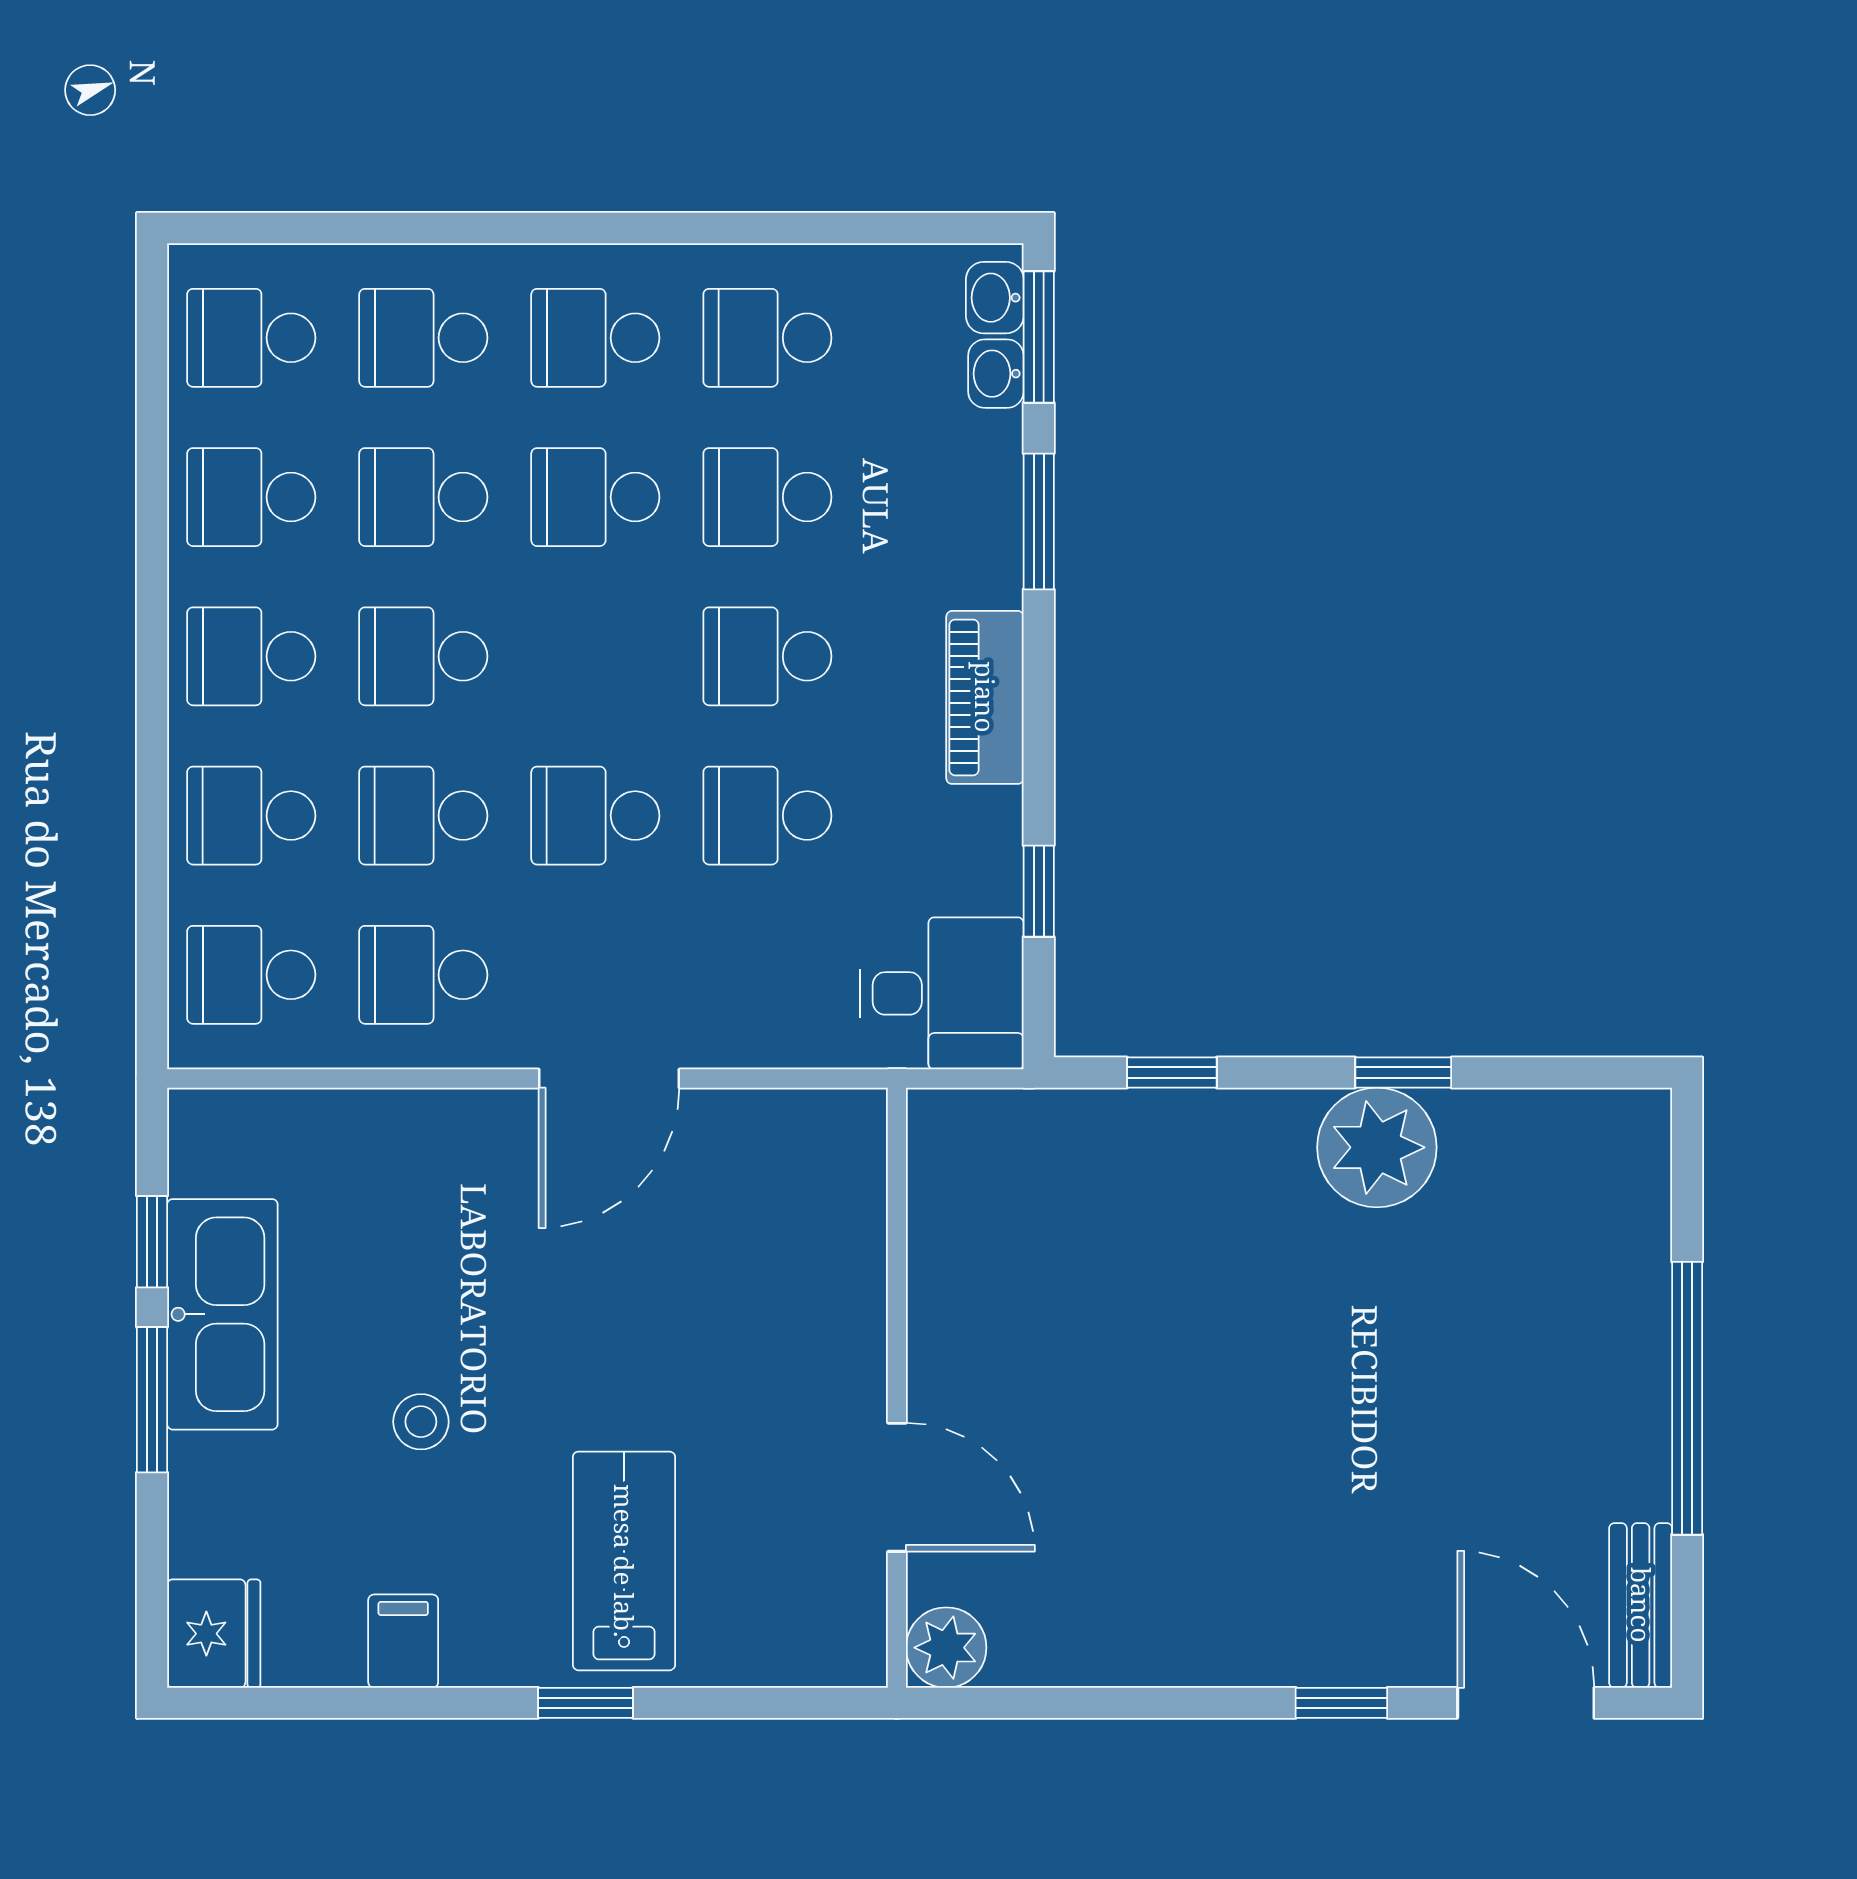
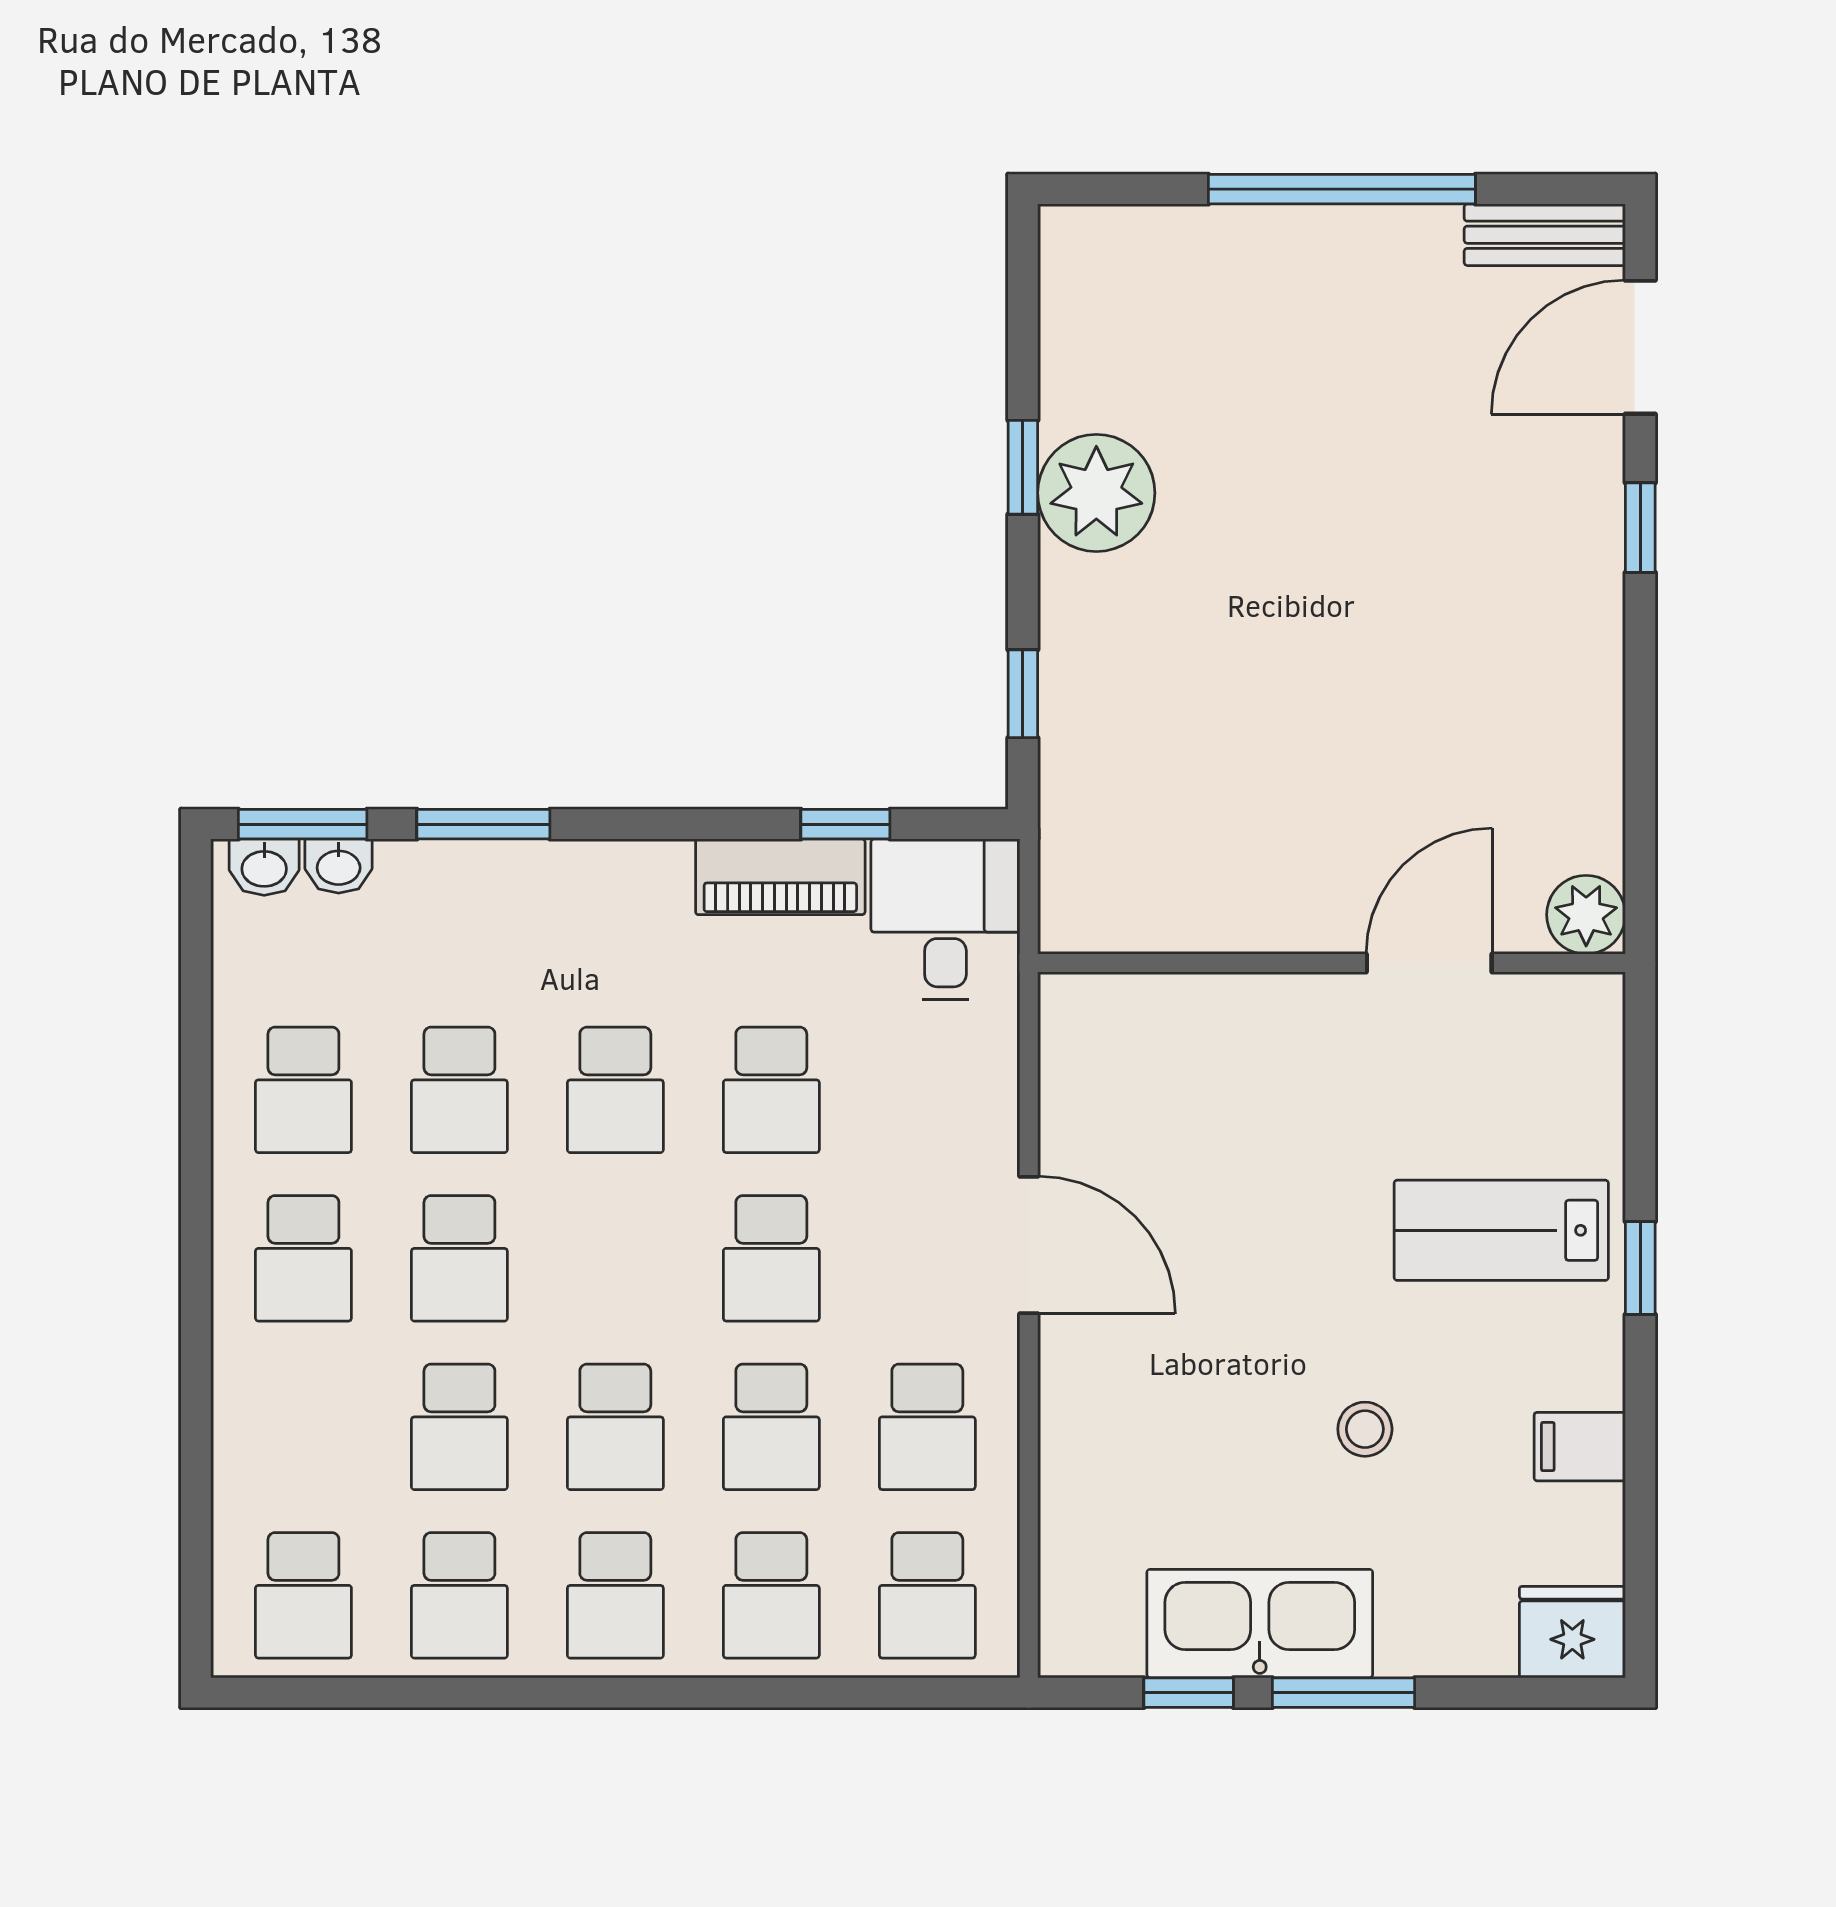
school desk: (423, 338) -> (303, 1427), removed
piano: (985, 697) -> (780, 877), moved

